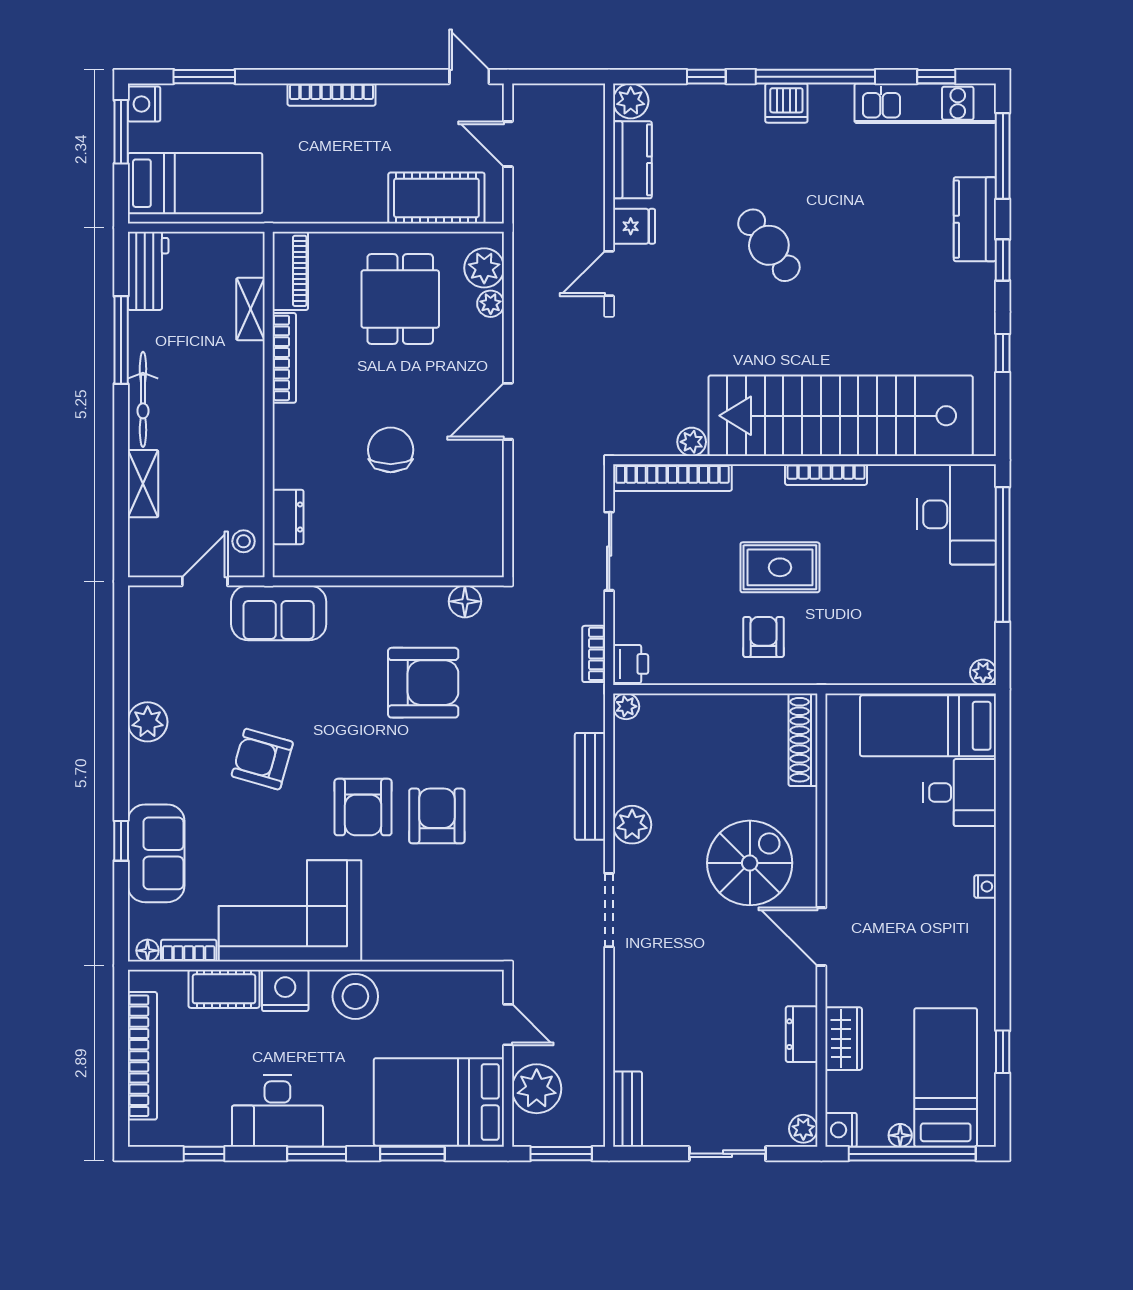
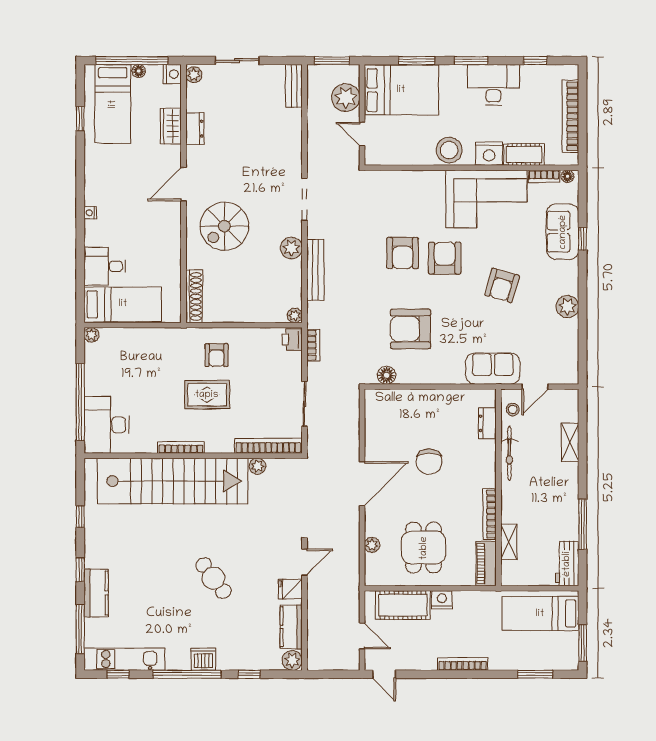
nightstand: (144, 104) -> (442, 600), moved, turned -90
plant: (484, 268) -> (376, 565), removed
bicycle: (143, 399) -> (509, 453), moved, turned 180
door: (508, 411) -> (362, 484), width x1.36
armchair: (262, 759) -> (502, 285), turned 90
door: (821, 937) -> (184, 184), swing flipped

